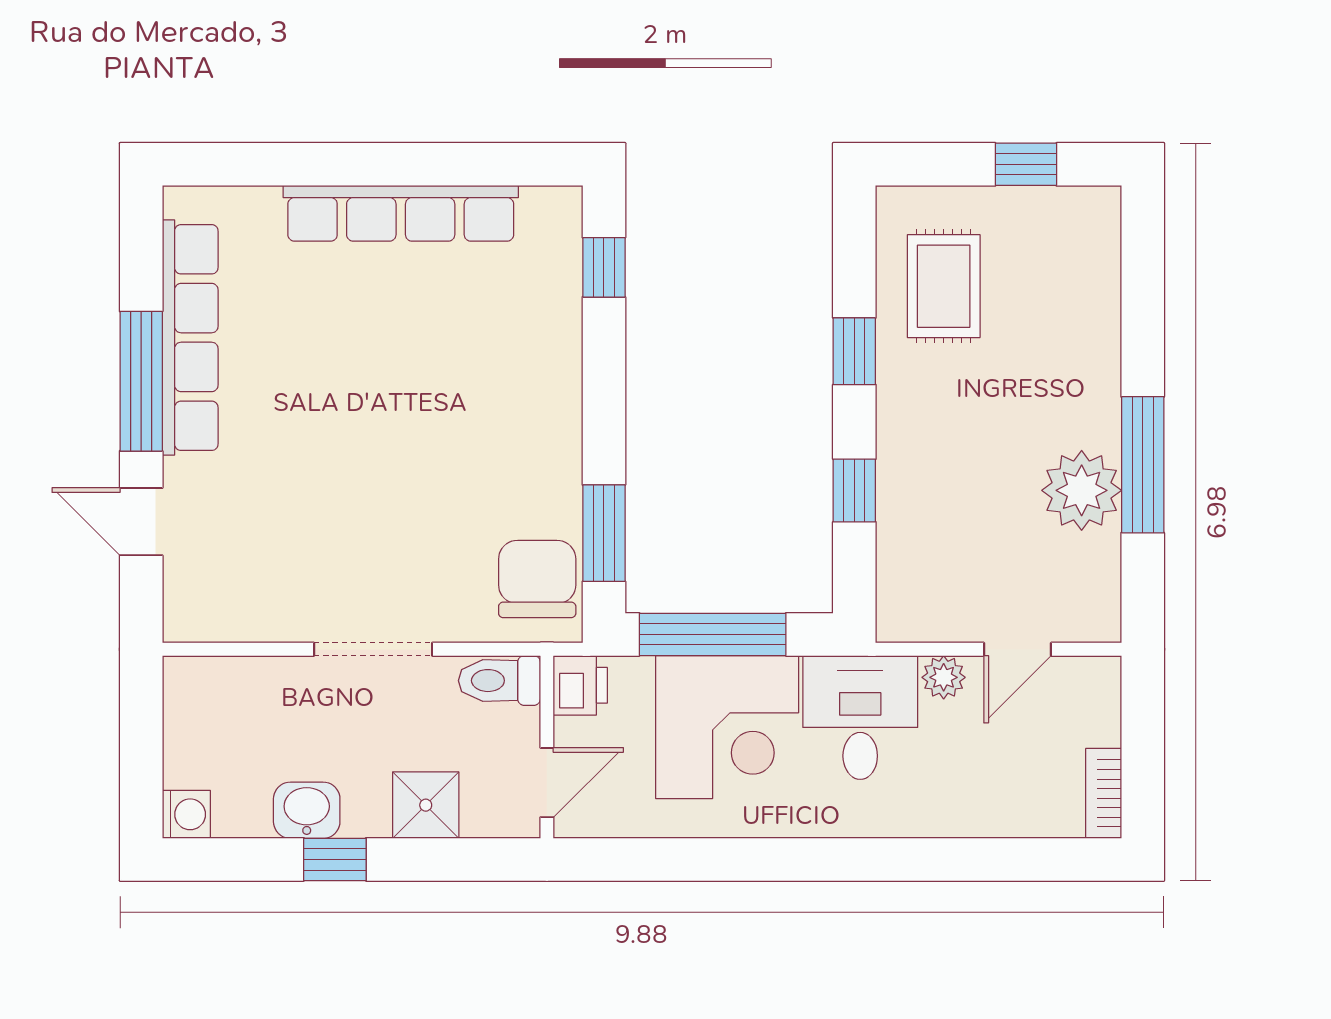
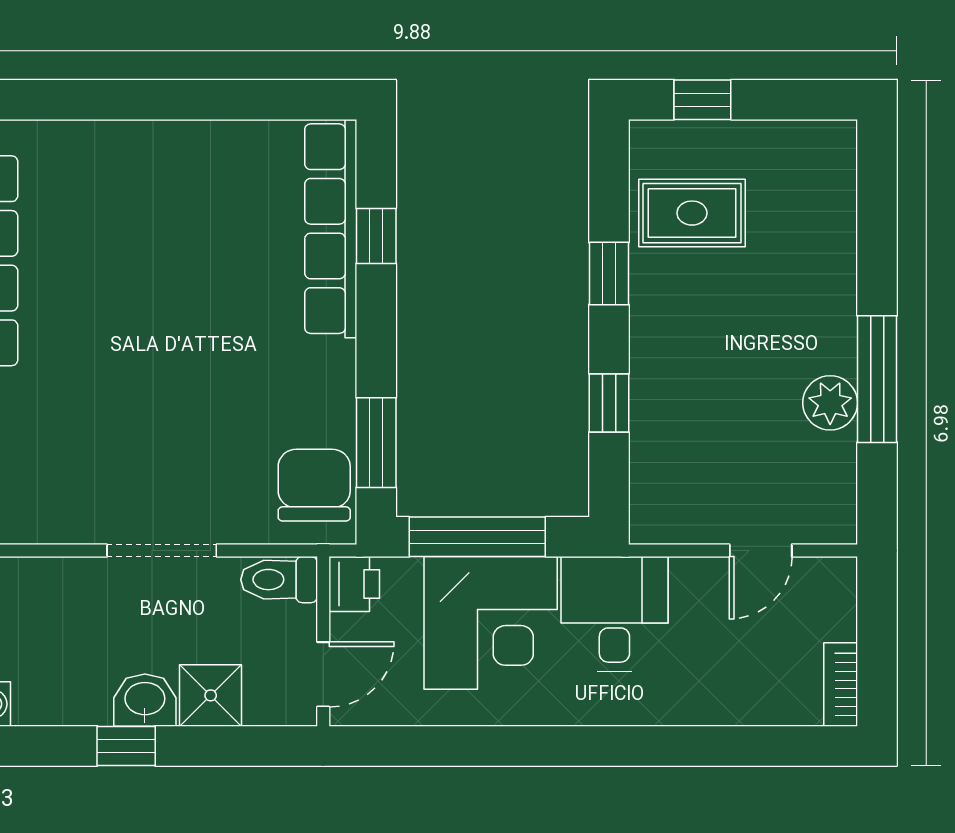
window: (1026, 164) -> (702, 100), moved
row of seats: (401, 213) -> (331, 229), moved, turned 90
window: (604, 267) -> (376, 236), moved
rug: (944, 286) -> (692, 213), turned 90
plant: (1082, 490) -> (830, 403), width x0.73, depth x0.73
plant: (944, 677) -> (692, 577), removed
washbasin: (307, 810) -> (145, 700), moved

